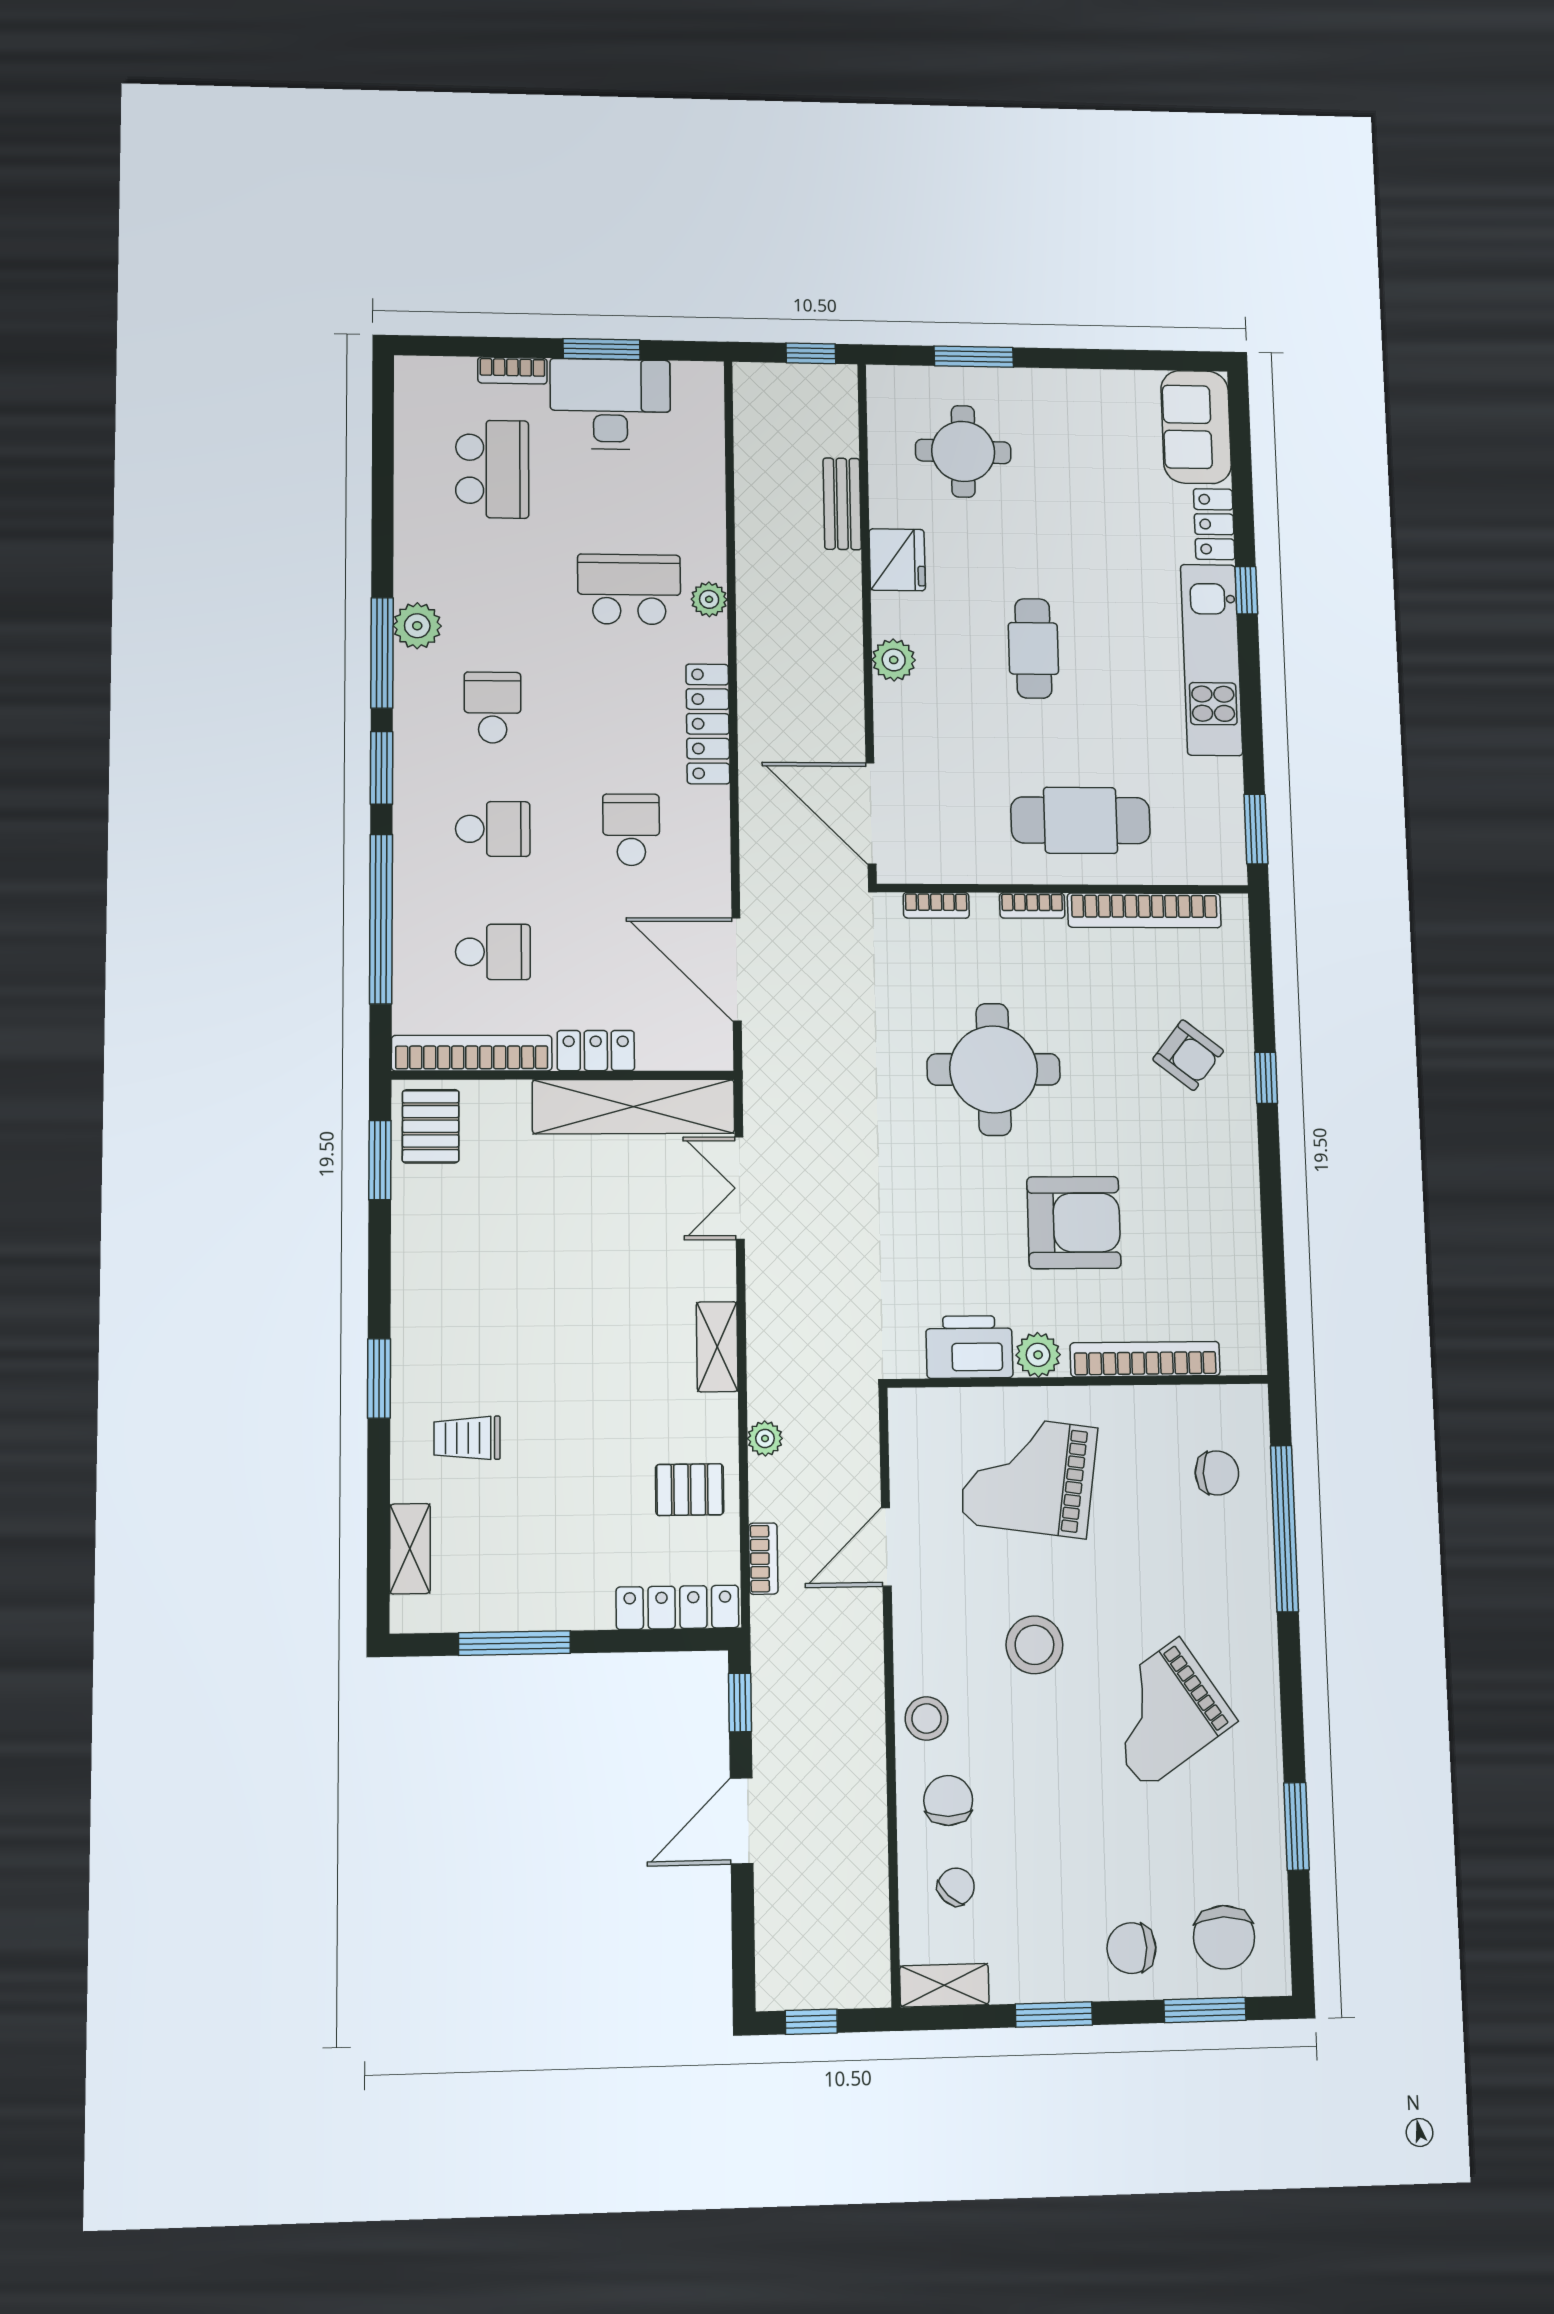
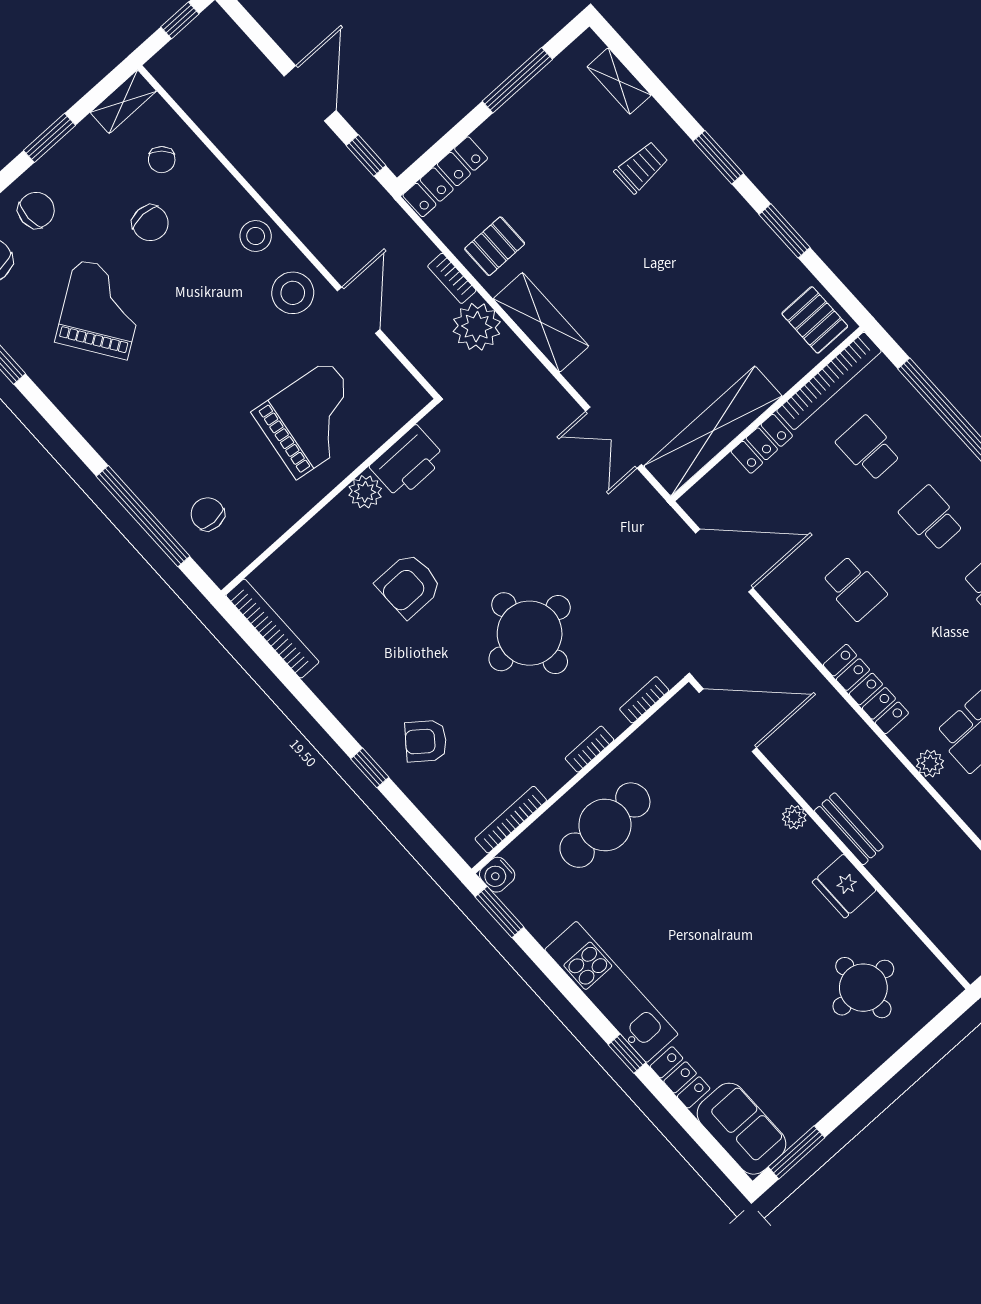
window: (974, 357) -> (796, 1152), moved
bench: (842, 504) -> (849, 829), moved
cafe table: (1033, 648) -> (720, 904), removed
plant: (894, 660) -> (794, 817), width x0.73, depth x0.73
school desk: (493, 829) -> (932, 518), turned 90
water cooler: (1228, 866) -> (497, 875), added
bookcase: (1144, 910) -> (511, 820), width x0.68, depth x0.76
school desk: (493, 952) -> (869, 448), turned 90
window: (380, 1160) -> (785, 231), moved
double door: (740, 1188) -> (614, 438), swing flipped
armchair: (1074, 1223) -> (409, 585), width x0.73, depth x0.73
shelving: (717, 1347) -> (541, 322), width x1.50, depth x1.33
bookcase: (1145, 1359) -> (272, 629), moved, turned -90
plant: (765, 1439) -> (477, 327), width x1.88, depth x1.88
chair: (1217, 1473) -> (208, 514), turned 90
bookcase: (763, 1559) -> (452, 278), moved
stool: (1034, 1645) -> (293, 293), moved
grand piano: (1162, 1713) -> (101, 309), moved
chair: (948, 1800) -> (150, 223), moved

